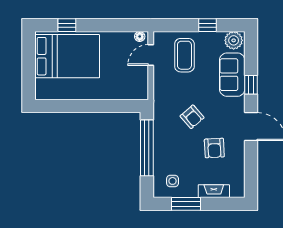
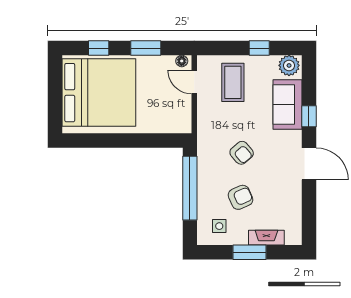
window: (108, 25) -> (146, 48), added
door: (151, 55) -> (194, 82), hinge flipped
bed: (67, 56) -> (99, 93), width x1.36
armchair: (214, 148) -> (241, 197), moved, turned -111
window: (186, 204) -> (250, 252), moved

